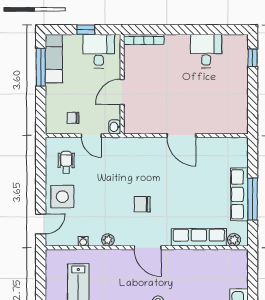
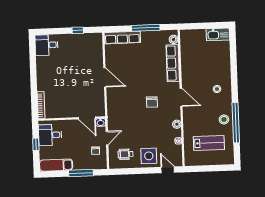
desk: (206, 51) -> (47, 45), moved
window: (253, 58) -> (78, 30), moved
window: (41, 67) -> (81, 173), moved
door: (122, 92) -> (87, 118), moved
door: (181, 136) -> (105, 77), hinge flipped
row of seats: (239, 194) -> (122, 38), moved
door: (148, 248) -> (181, 97), hinge flipped

